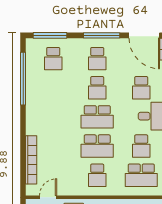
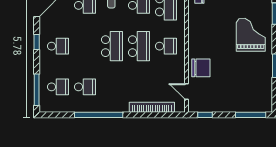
window: (102, 35) -> (37, 42), width x0.46
window: (23, 79) -> (99, 115), moved
school desk: (97, 88) -> (85, 87), moved

